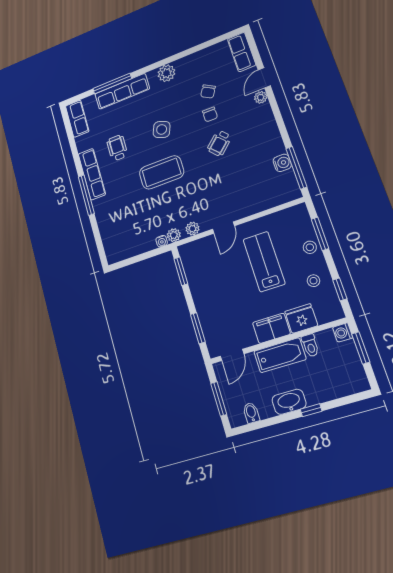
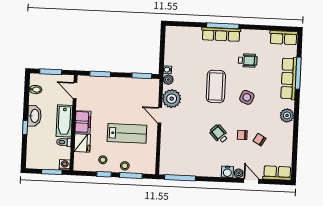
water cooler: (282, 163) -> (227, 172), moved
row of seats: (92, 174) -> (221, 34), moved
plant: (192, 229) -> (172, 99), width x1.87, depth x1.87
window: (340, 289) -> (104, 174), moved

